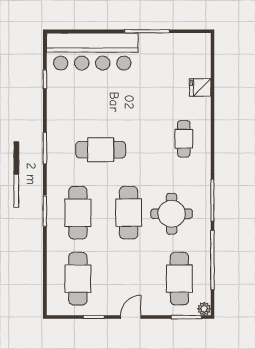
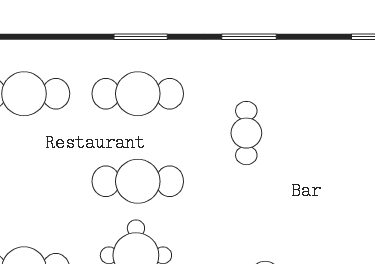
cafe table: (101, 150) -> (246, 133), width x0.73, depth x0.74

